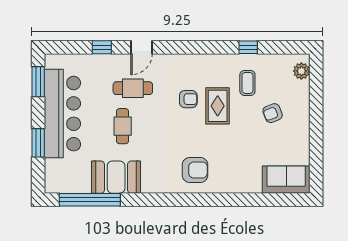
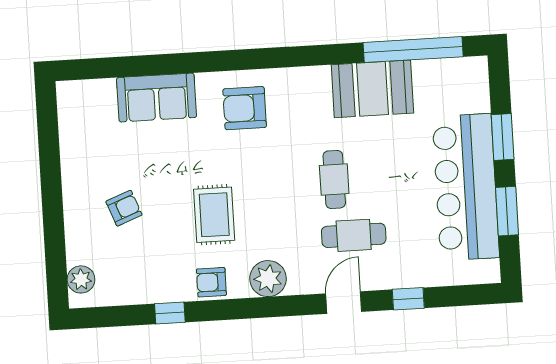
plant: (187, 65) -> (268, 279), added
window: (38, 82) -> (507, 211), moved
coffee table: (247, 83) -> (168, 255), removed
armchair: (188, 99) -> (211, 282), moved
cafe table: (123, 126) -> (334, 179), moved
sofa: (286, 180) -> (157, 98), moved

